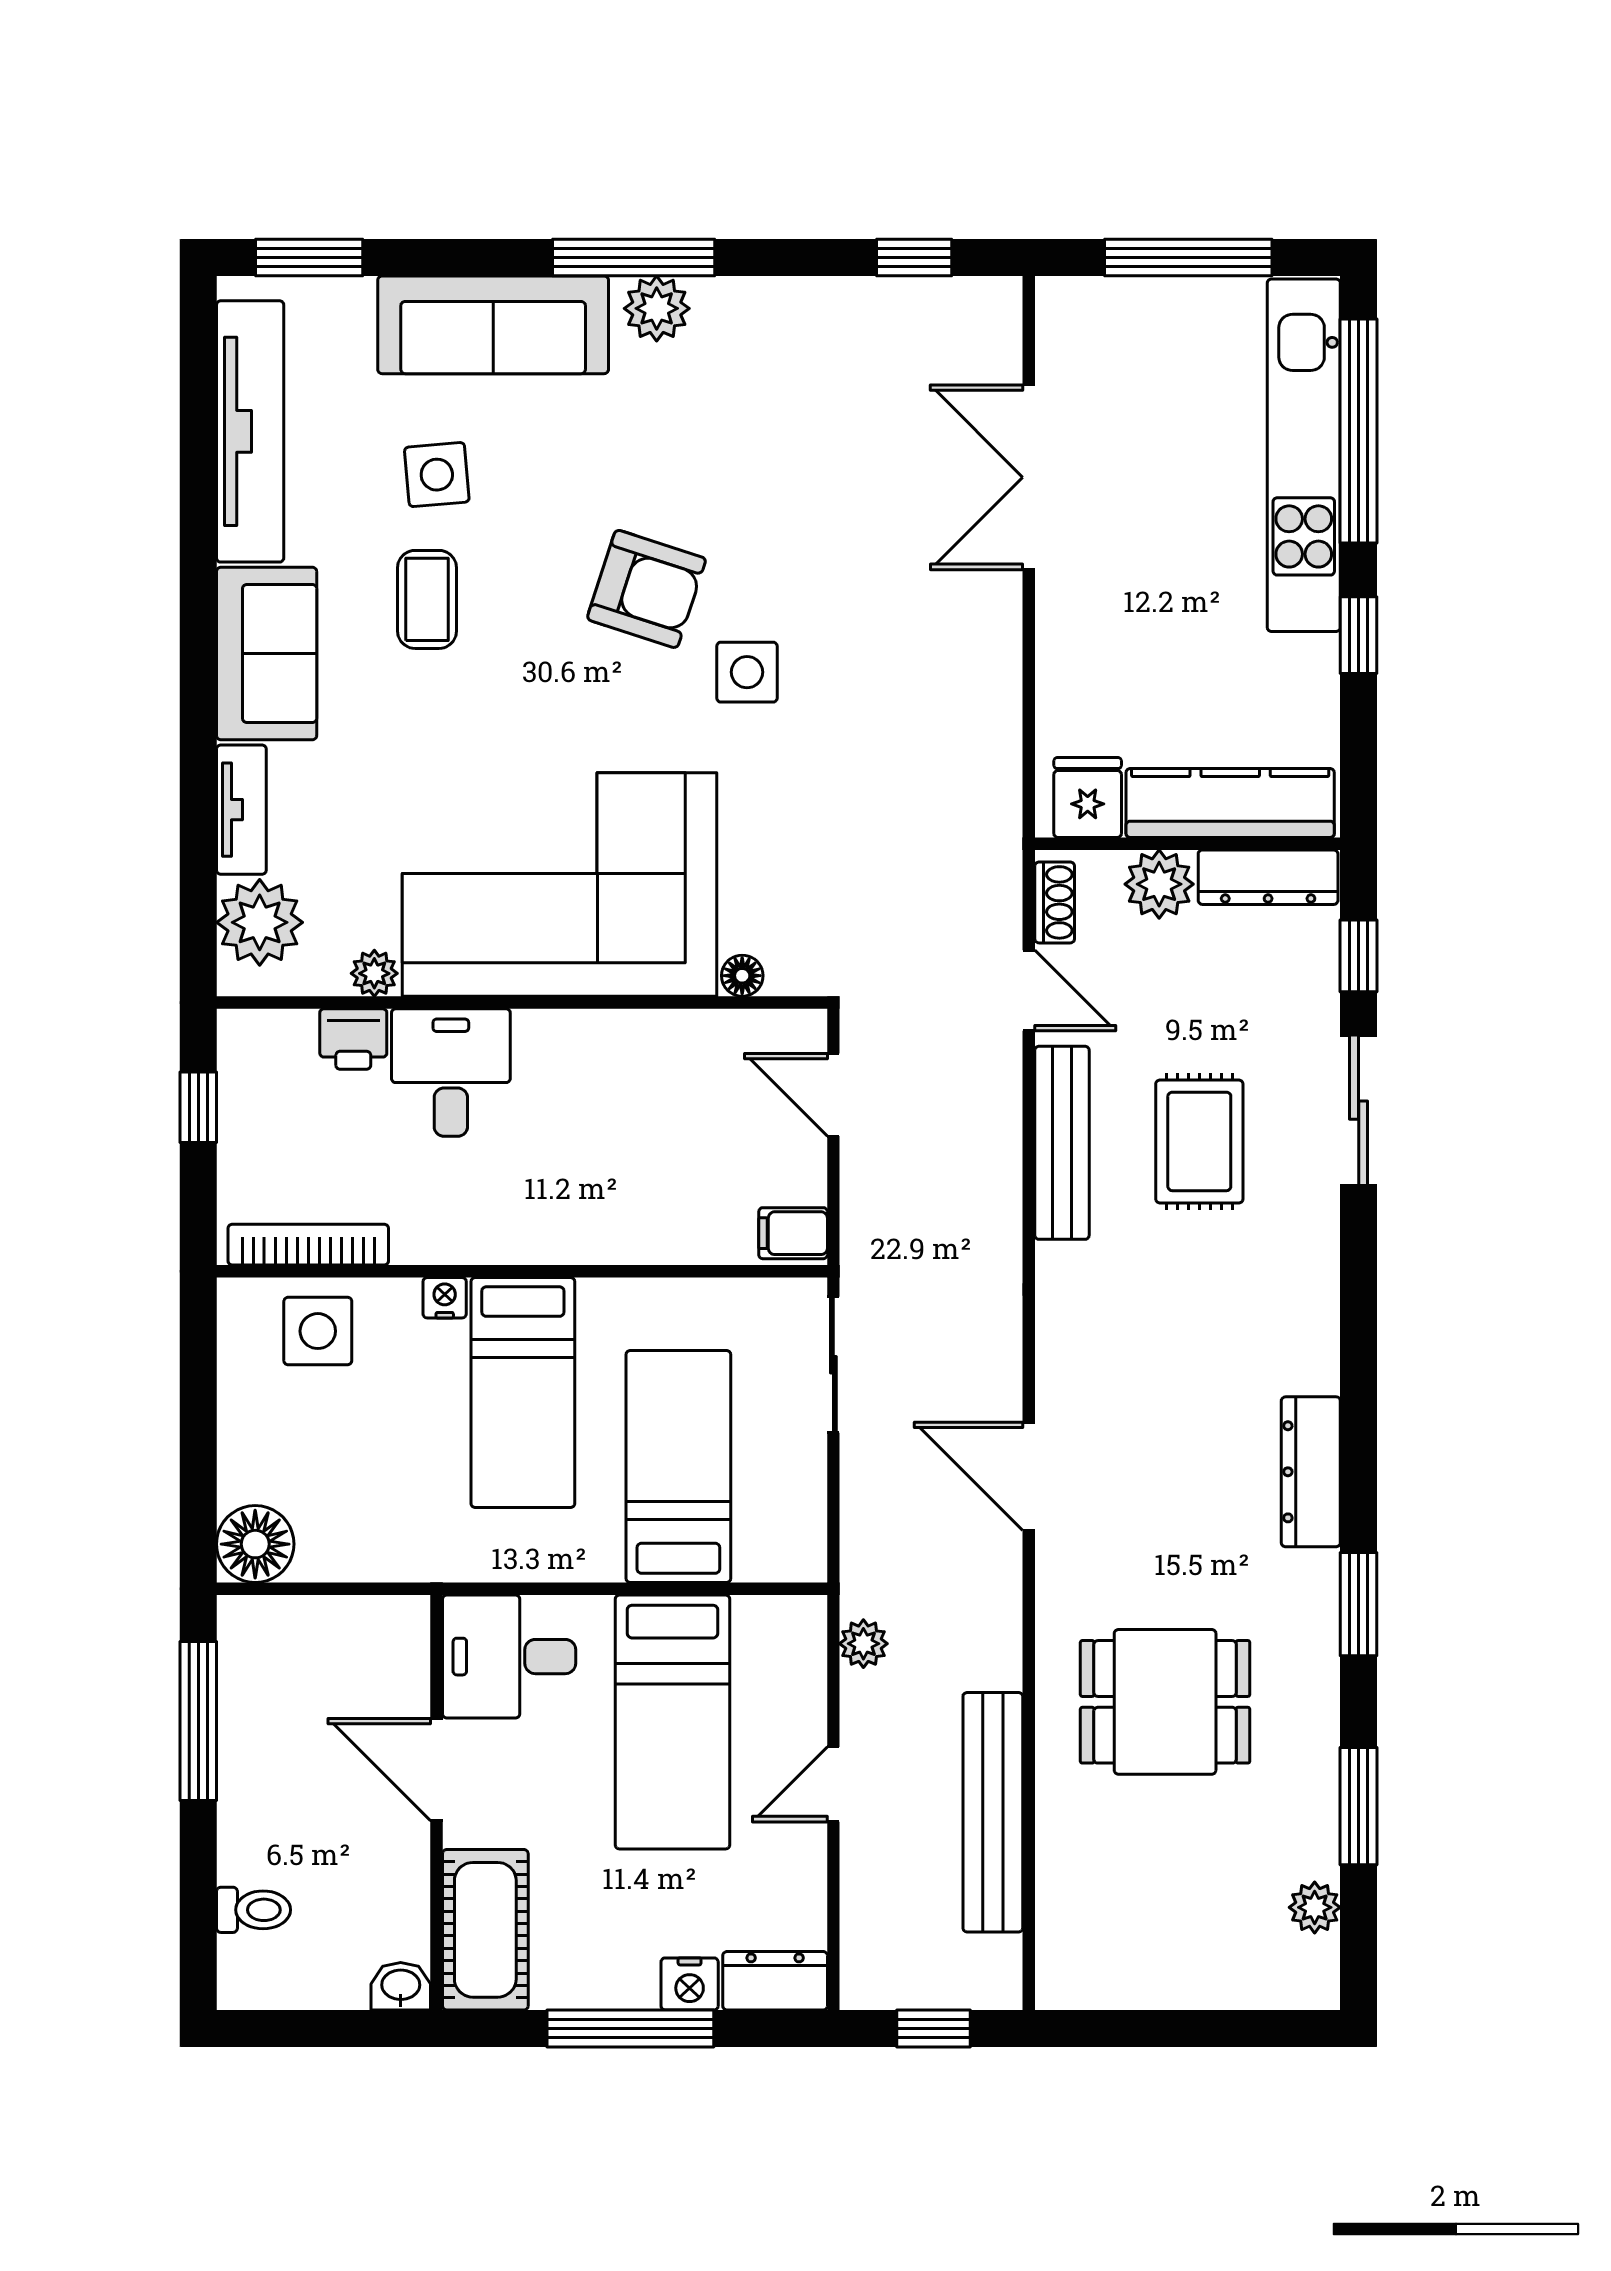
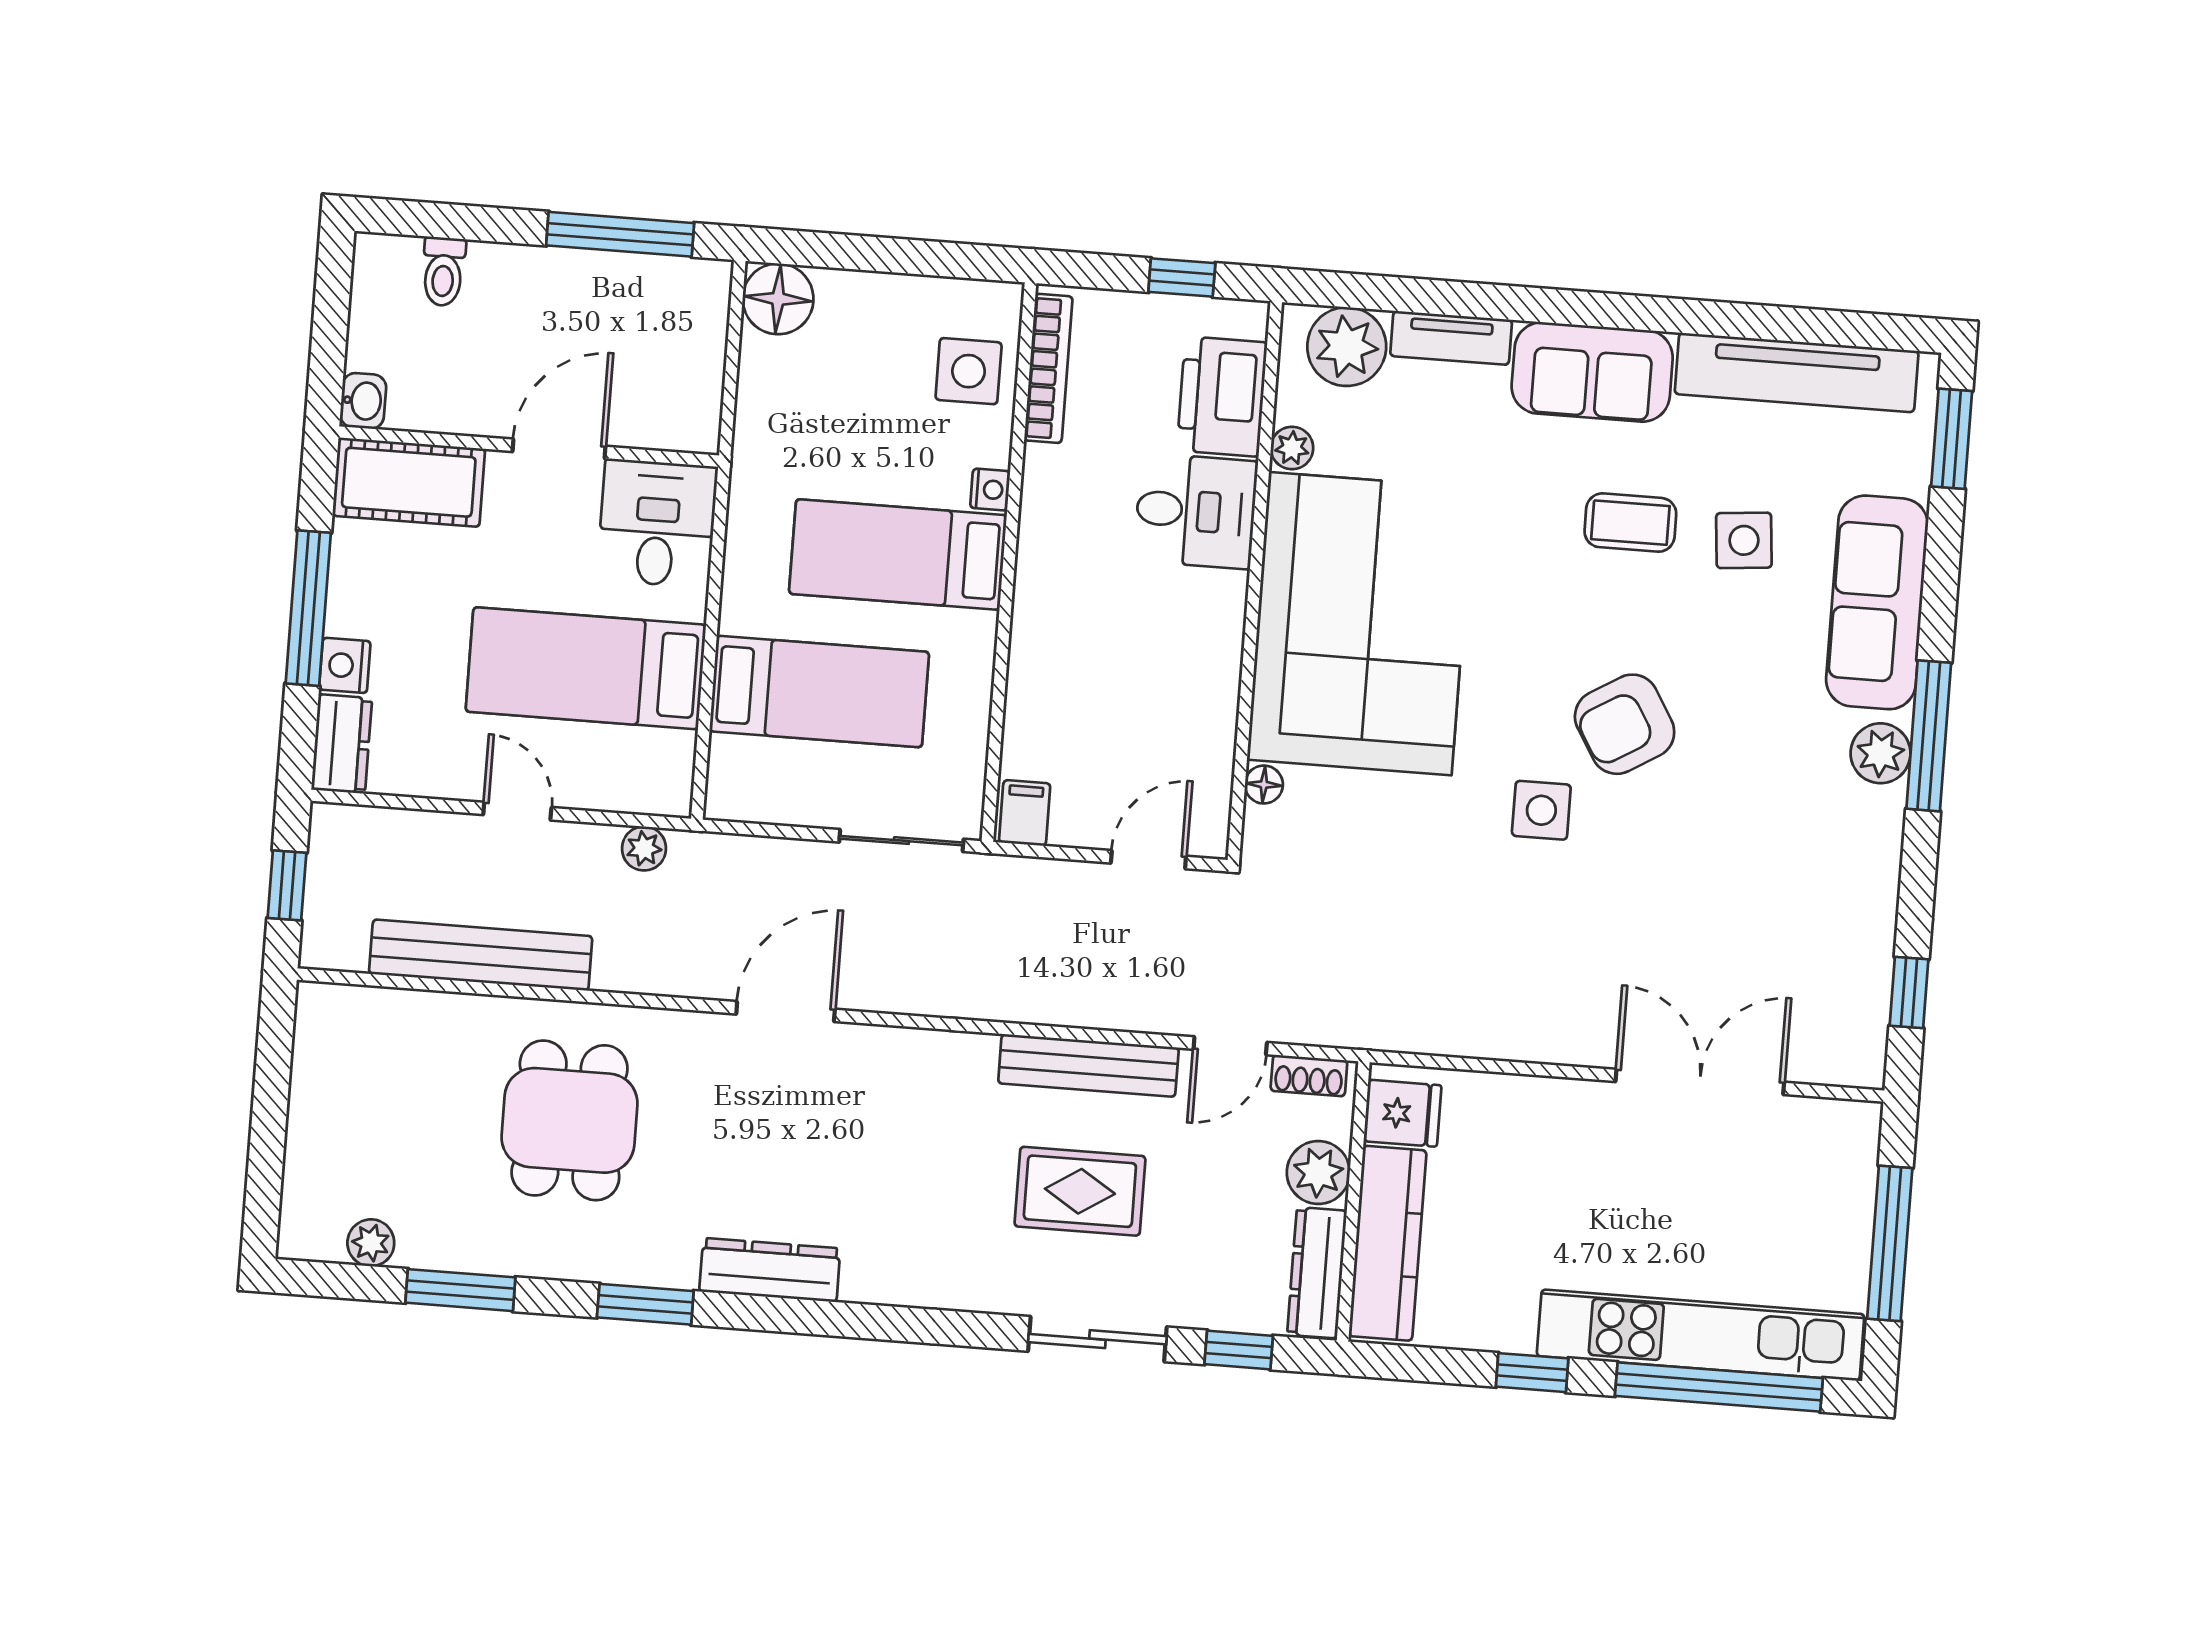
armchair: (646, 589) -> (1625, 724), turned 41
printer: (353, 1039) -> (1222, 396), width x1.87, depth x1.48

